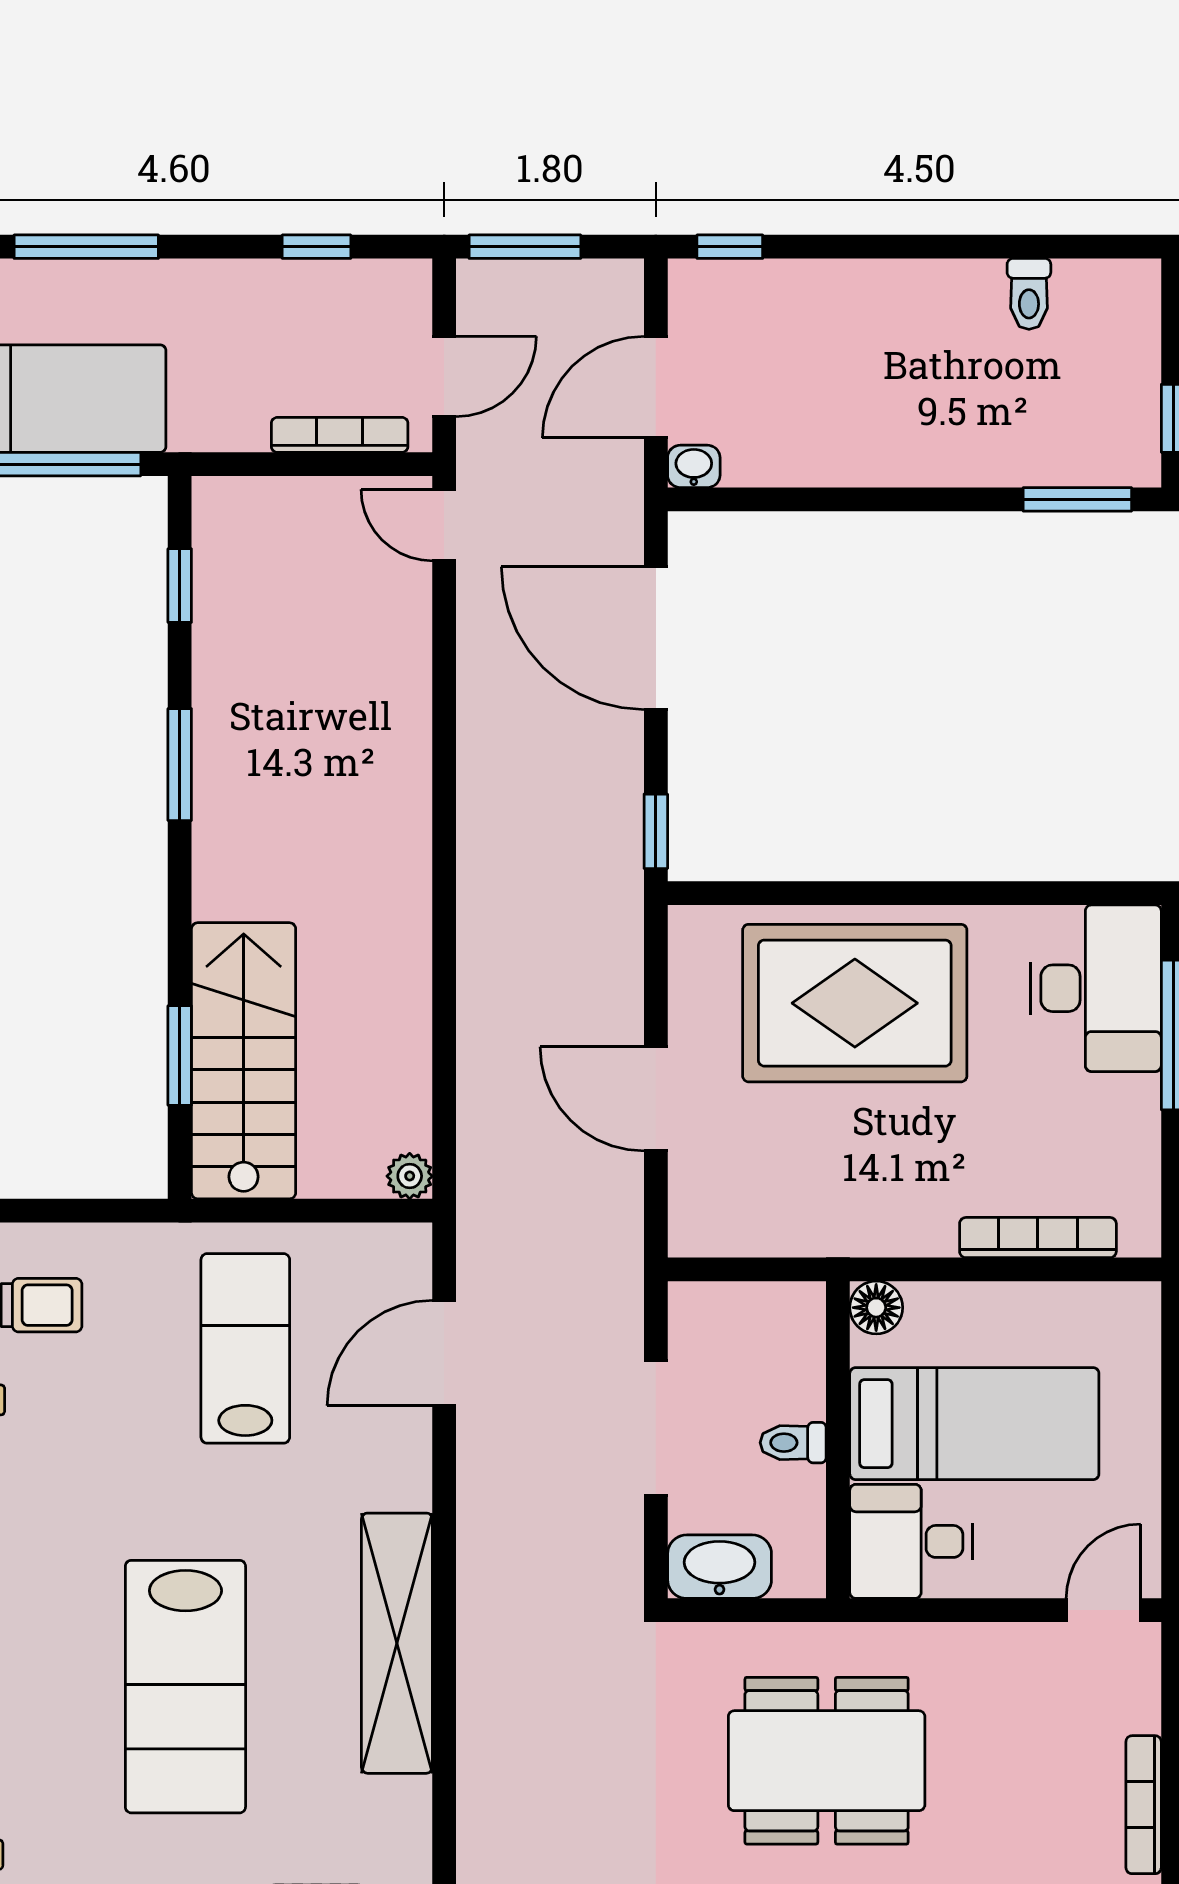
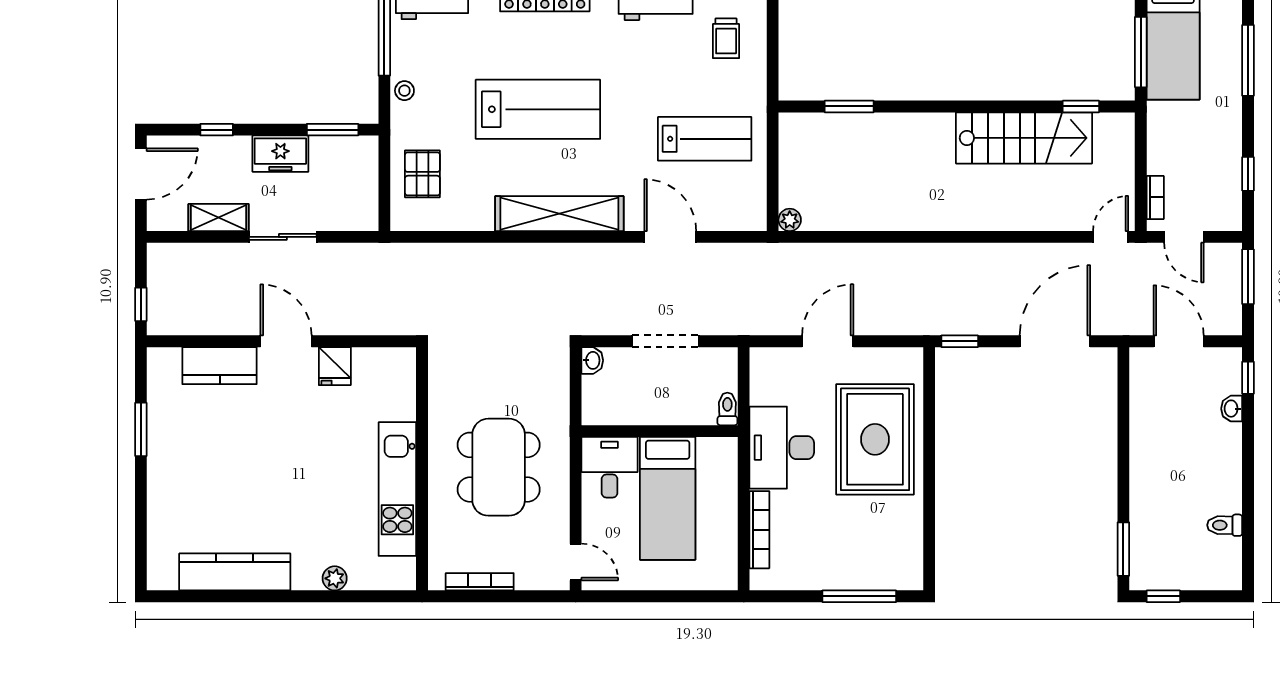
bookcase: (340, 435) -> (1155, 197), width x0.64
washbasin: (694, 466) -> (1232, 409), moved, turned 180
window: (180, 765) -> (993, 106), removed
desk: (1096, 988) -> (782, 448), moved, turned 90
stairs: (244, 1061) -> (1024, 138), moved
floor lamp: (876, 1308) -> (725, 450), removed
door: (444, 1353) -> (670, 237), moved
toilet: (793, 1443) -> (727, 409), moved
washbasin: (720, 1567) -> (592, 360), width x0.52, depth x0.69
lab bench: (185, 1687) -> (538, 109), turned 180
dining table: (827, 1761) -> (499, 467), moved

